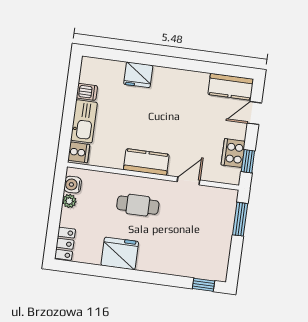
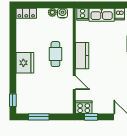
cooker: (233, 153) -> (84, 107), moved
window: (240, 219) -> (39, 117), moved
fridge: (120, 253) -> (25, 63), moved

